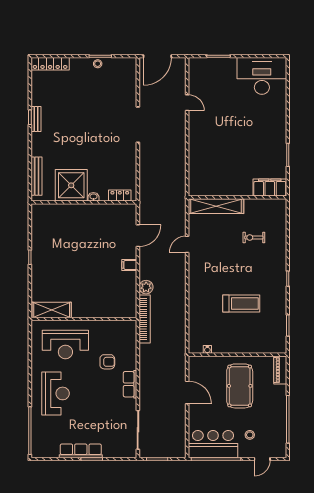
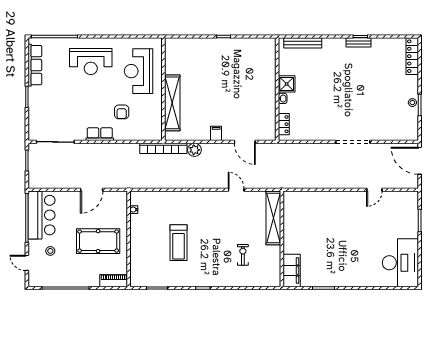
shower: (71, 185) -> (287, 84), width x0.54, depth x0.54
shelving: (52, 310) -> (172, 103), moved, width x1.47
row of seats: (81, 451) -> (35, 65), moved

